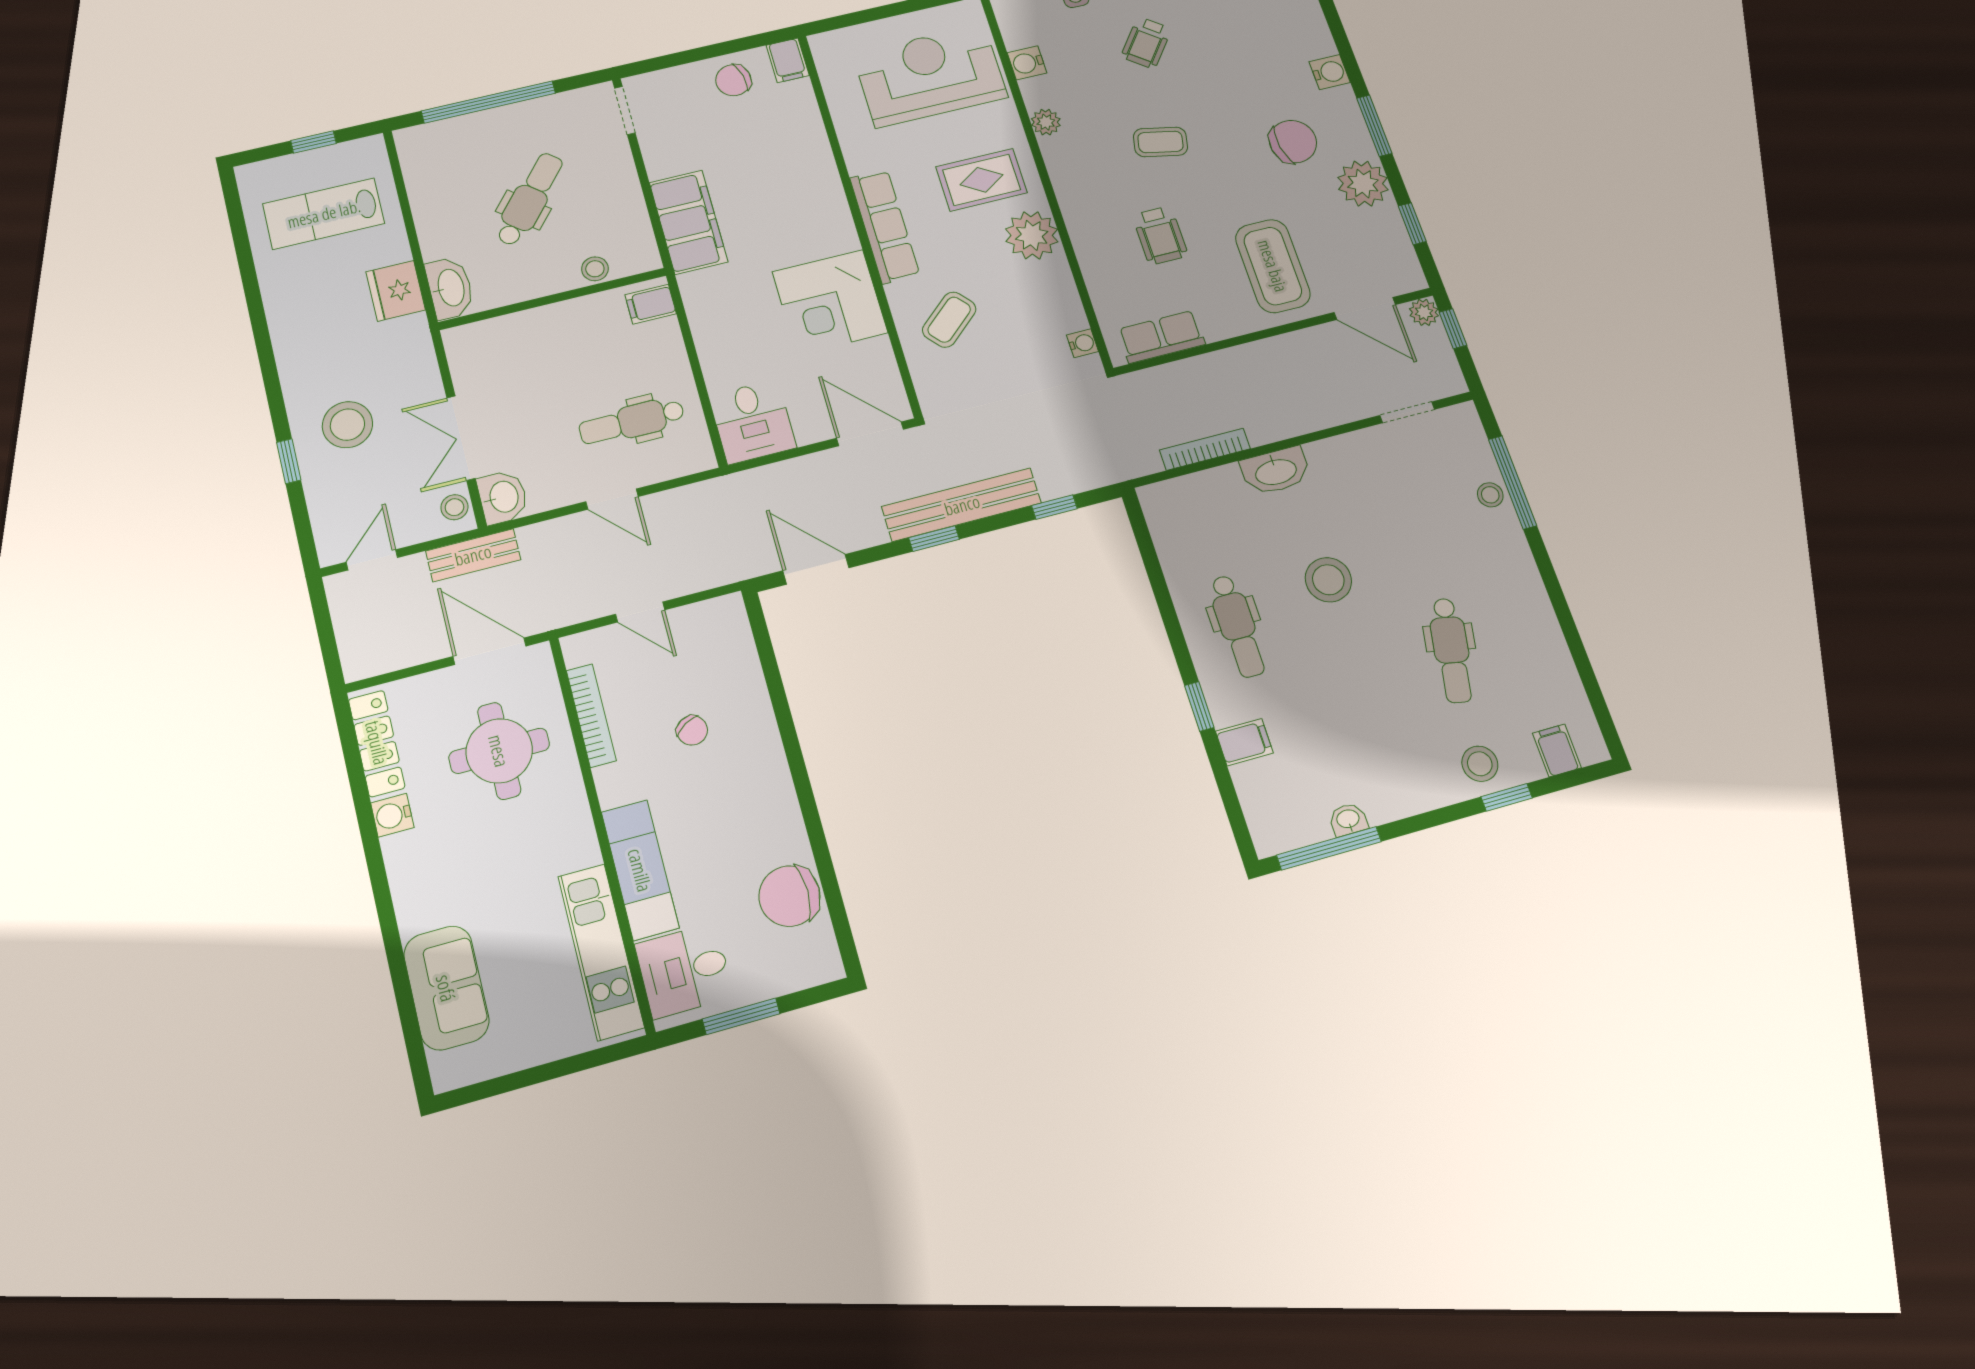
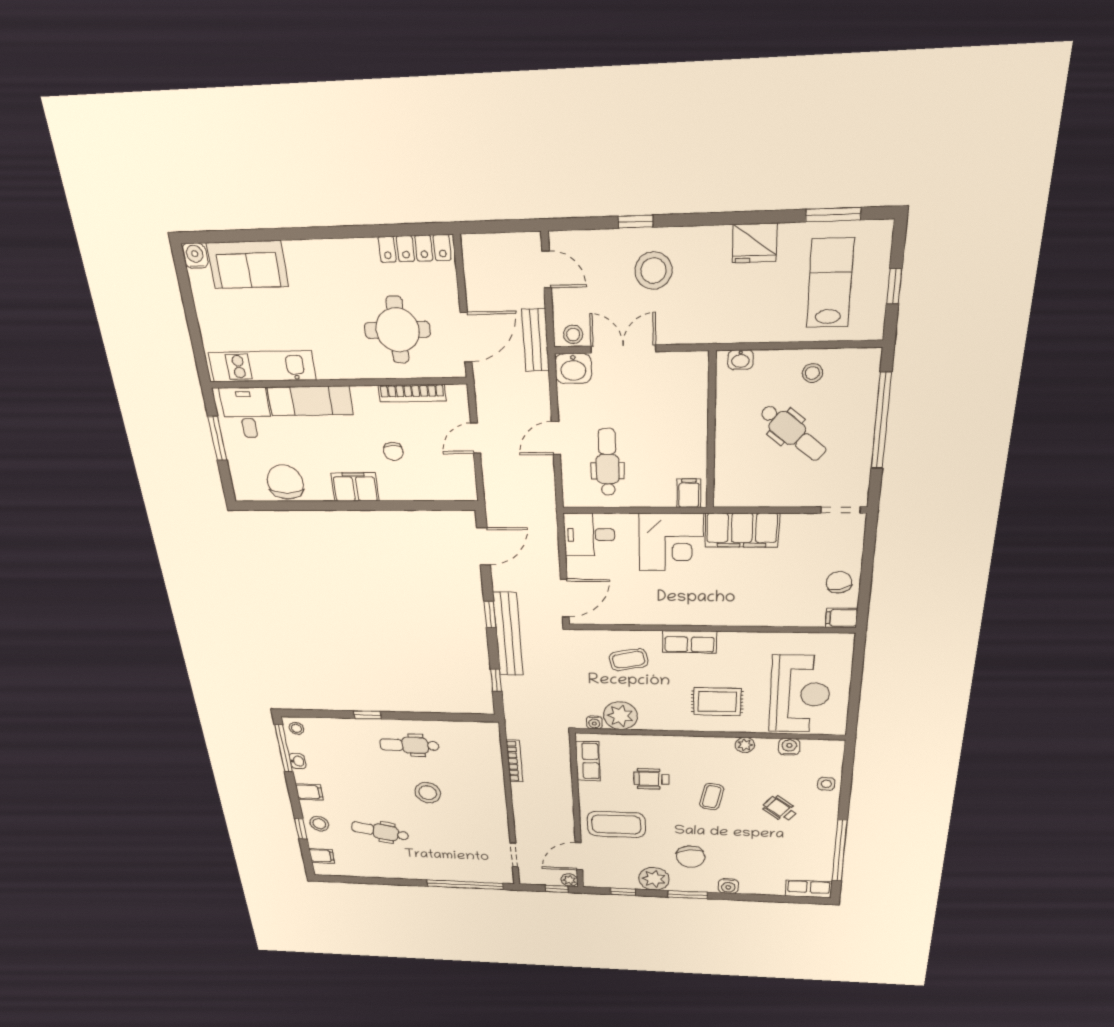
rug: (982, 180) -> (717, 702), turned 90
row of seats: (885, 226) -> (689, 642), width x0.68
window: (240, 235) -> (833, 215), added
plant: (1032, 235) -> (620, 716), moved
stool: (595, 269) -> (812, 373), moved
washbasin: (450, 288) -> (740, 360), width x0.52, depth x0.69
fridge: (396, 291) -> (755, 243), moved, turned 180
corner desk: (830, 302) -> (671, 542), moved, turned 180
coffee table: (949, 320) -> (629, 660), turned -60
washbasin: (1276, 471) -> (494, 789), removed
window: (1512, 482) -> (465, 885), width x1.46
stool: (1490, 495) -> (296, 728), moved
chair: (692, 730) -> (393, 451), turned -59
filing cabinet: (1244, 742) -> (309, 792), moved, turned -90
filing cabinet: (768, 782) -> (355, 487), added
water cooler: (392, 815) -> (195, 256), moved

